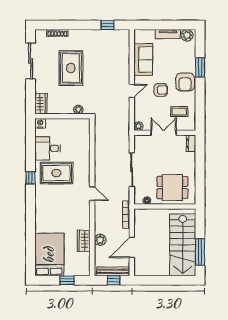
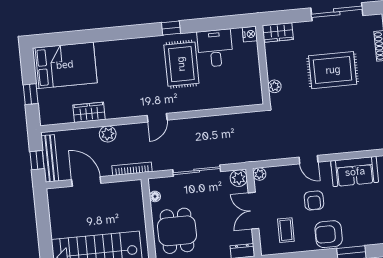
double door: (164, 133) -> (253, 211), swing flipped
plant: (140, 141) -> (239, 178), added
plant: (100, 240) -> (108, 134), moved

